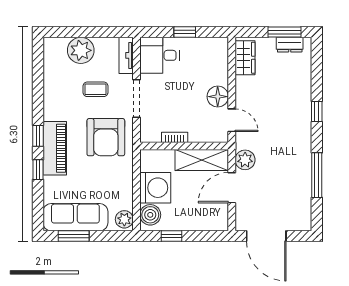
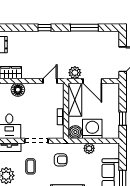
floor lamp: (218, 97) -> (18, 90), moved
armchair: (106, 137) -> (61, 160), width x0.53, depth x0.53
boiler: (150, 215) -> (75, 132), moved
plant: (124, 219) -> (89, 148), moved

